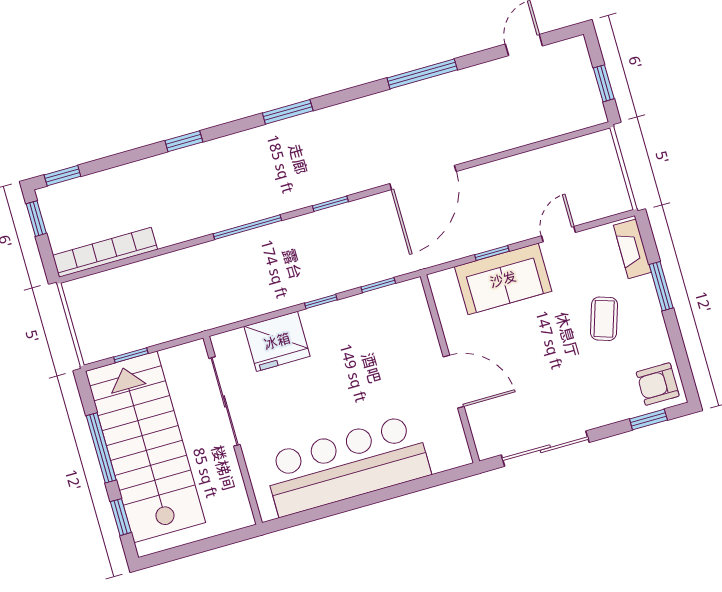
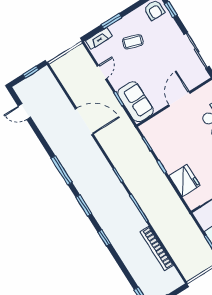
window: (422, 74) -> (62, 170), moved
window: (184, 141) -> (104, 238), moved
door: (423, 177) -> (84, 121), moved
door: (558, 234) -> (102, 72), swing flipped
bookcase: (105, 252) -> (157, 249), moved
sofa: (503, 279) -> (136, 102), moved

